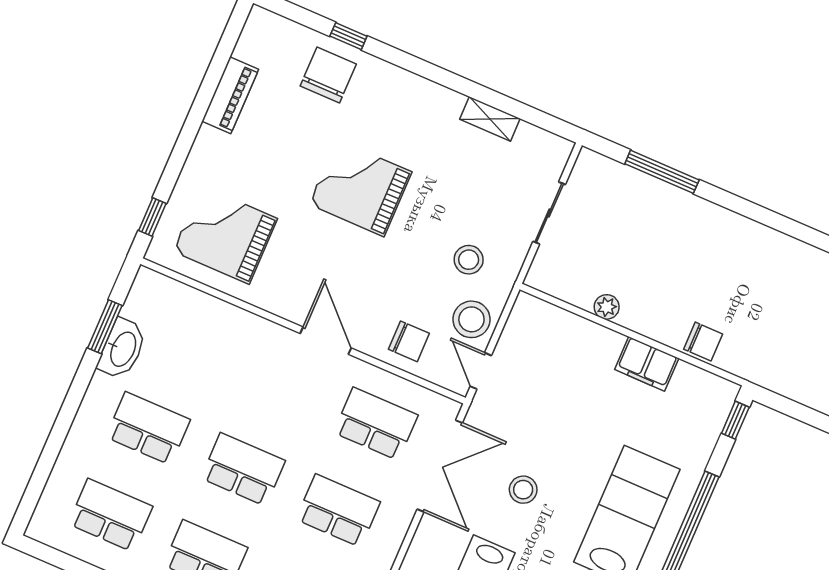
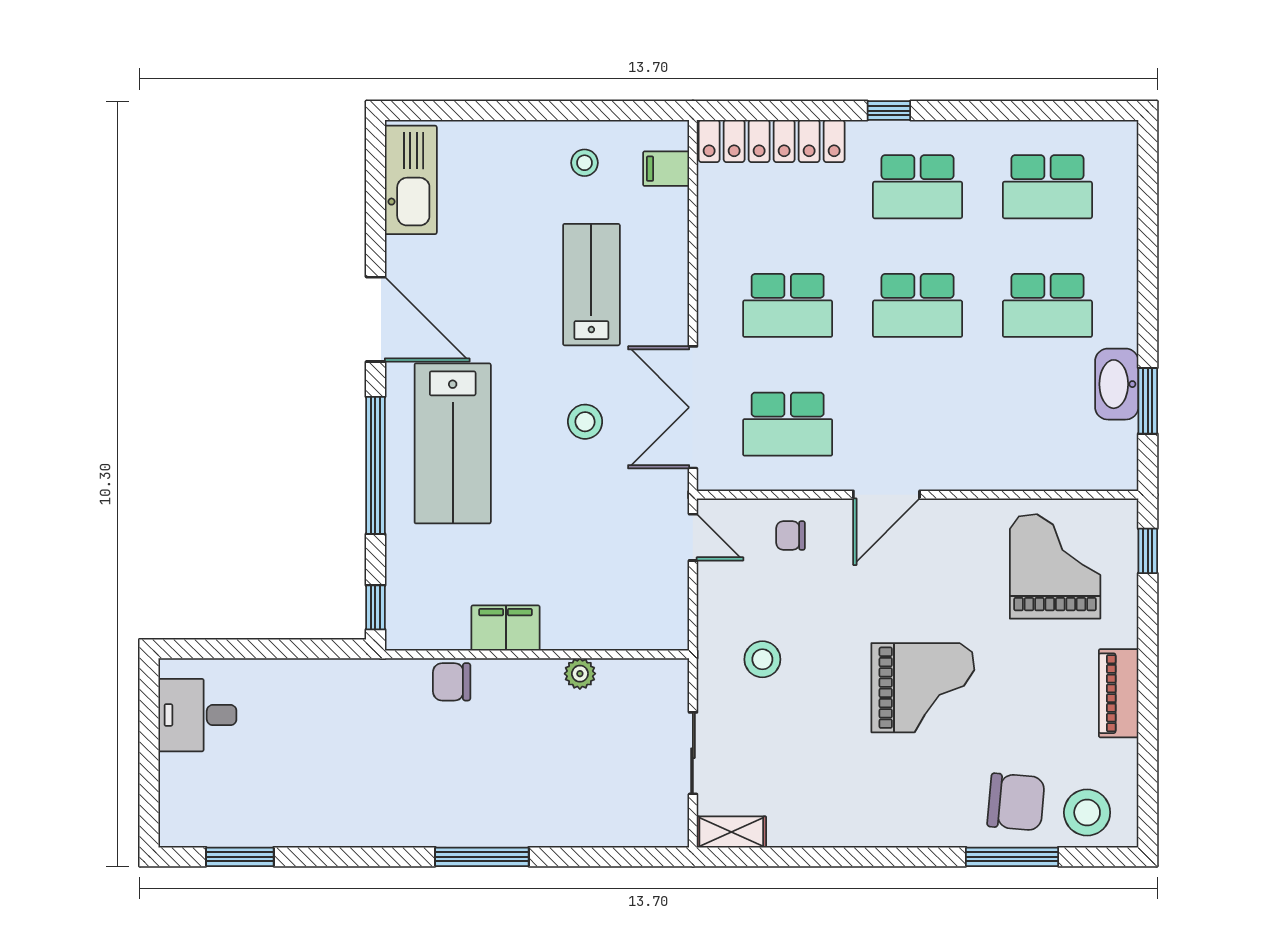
window: (348, 36) -> (1012, 857), width x2.17
chair: (328, 75) -> (1016, 802), turned -85
piano: (230, 95) -> (1119, 693), moved
shelving: (490, 119) -> (731, 832), moved
window: (662, 172) -> (482, 857), moved
grand piano: (225, 235) -> (1055, 566), turned -90
stool: (471, 319) -> (1087, 812), moved
door: (326, 341) -> (886, 495), hinge flipped
chair: (409, 341) -> (790, 536), width x0.73, depth x0.73

